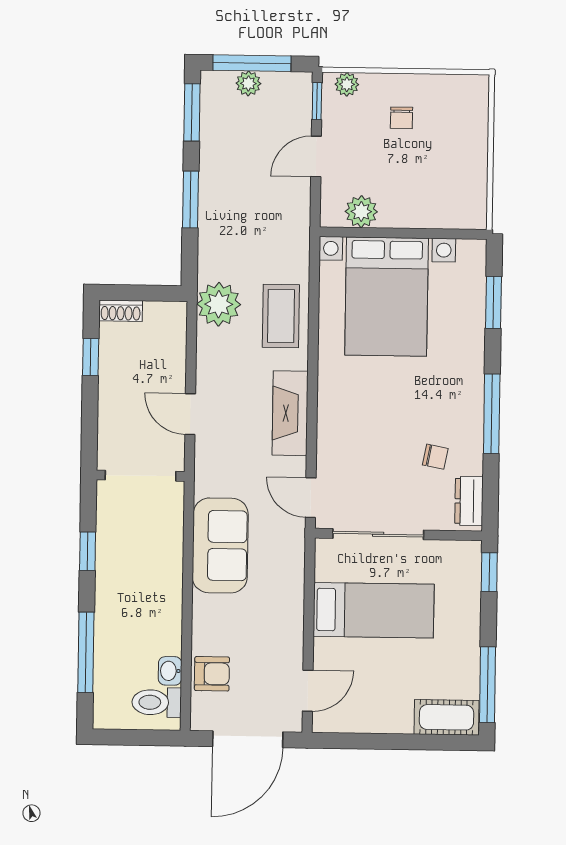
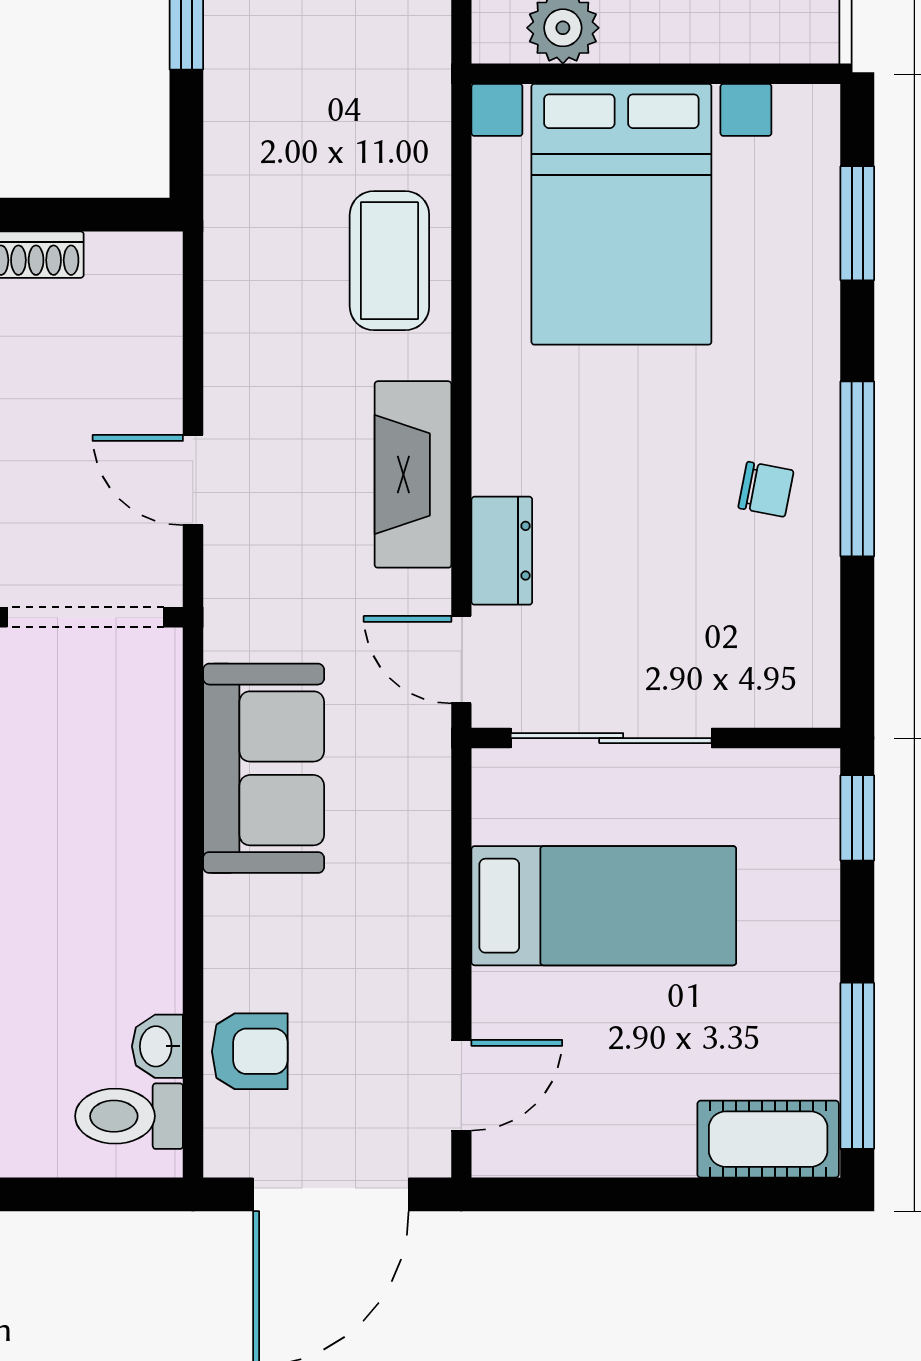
plant: (219, 304) -> (252, 237), removed
chair: (435, 457) -> (766, 489), moved
dresser: (469, 501) -> (502, 551), moved, turned 180

